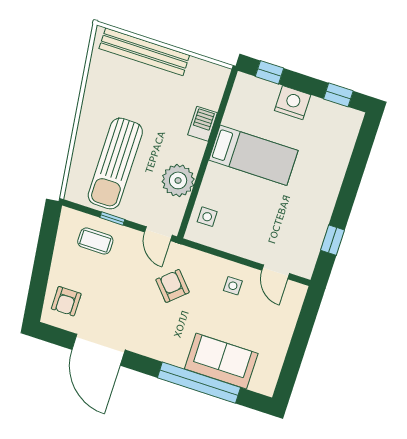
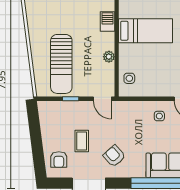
plant: (178, 180) -> (109, 57), width x0.53, depth x0.53
coffee table: (95, 241) -> (82, 141), moved, turned 90
armchair: (172, 286) -> (114, 156), moved

